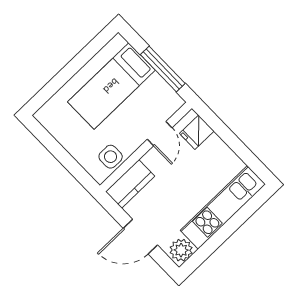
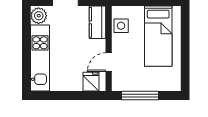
bed: (111, 86) -> (158, 36), moved, turned 180
door: (160, 134) -> (109, 62), hinge flipped

